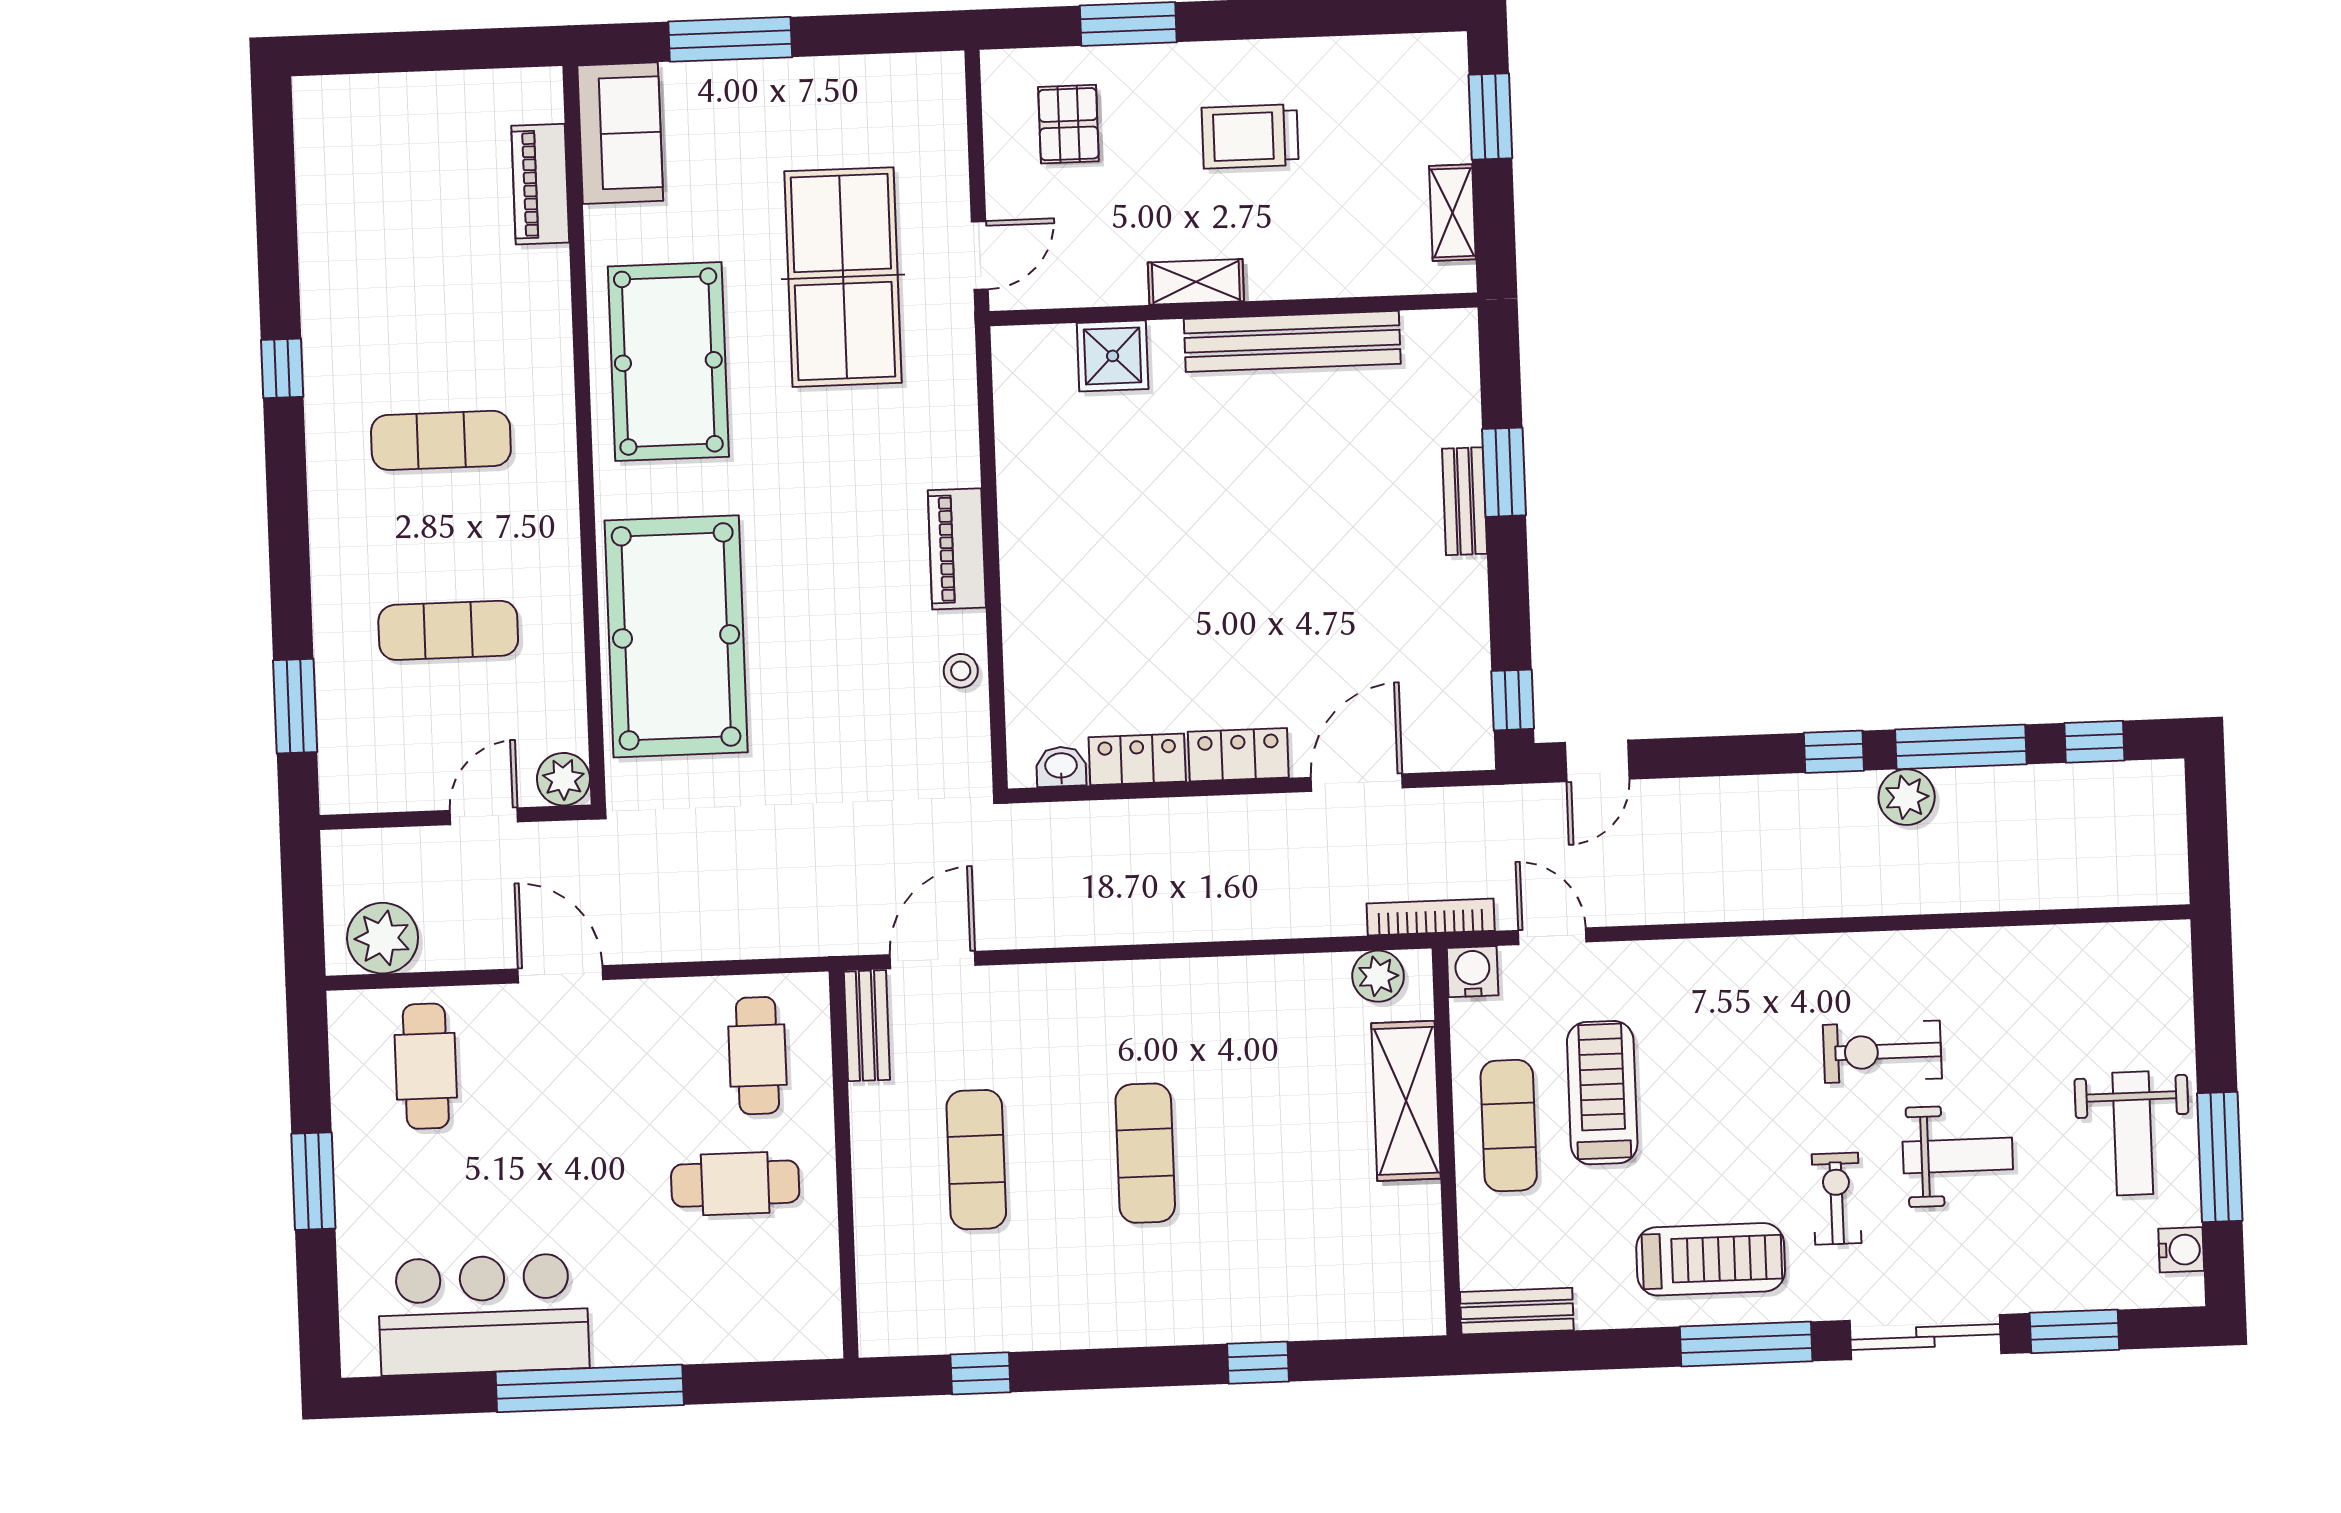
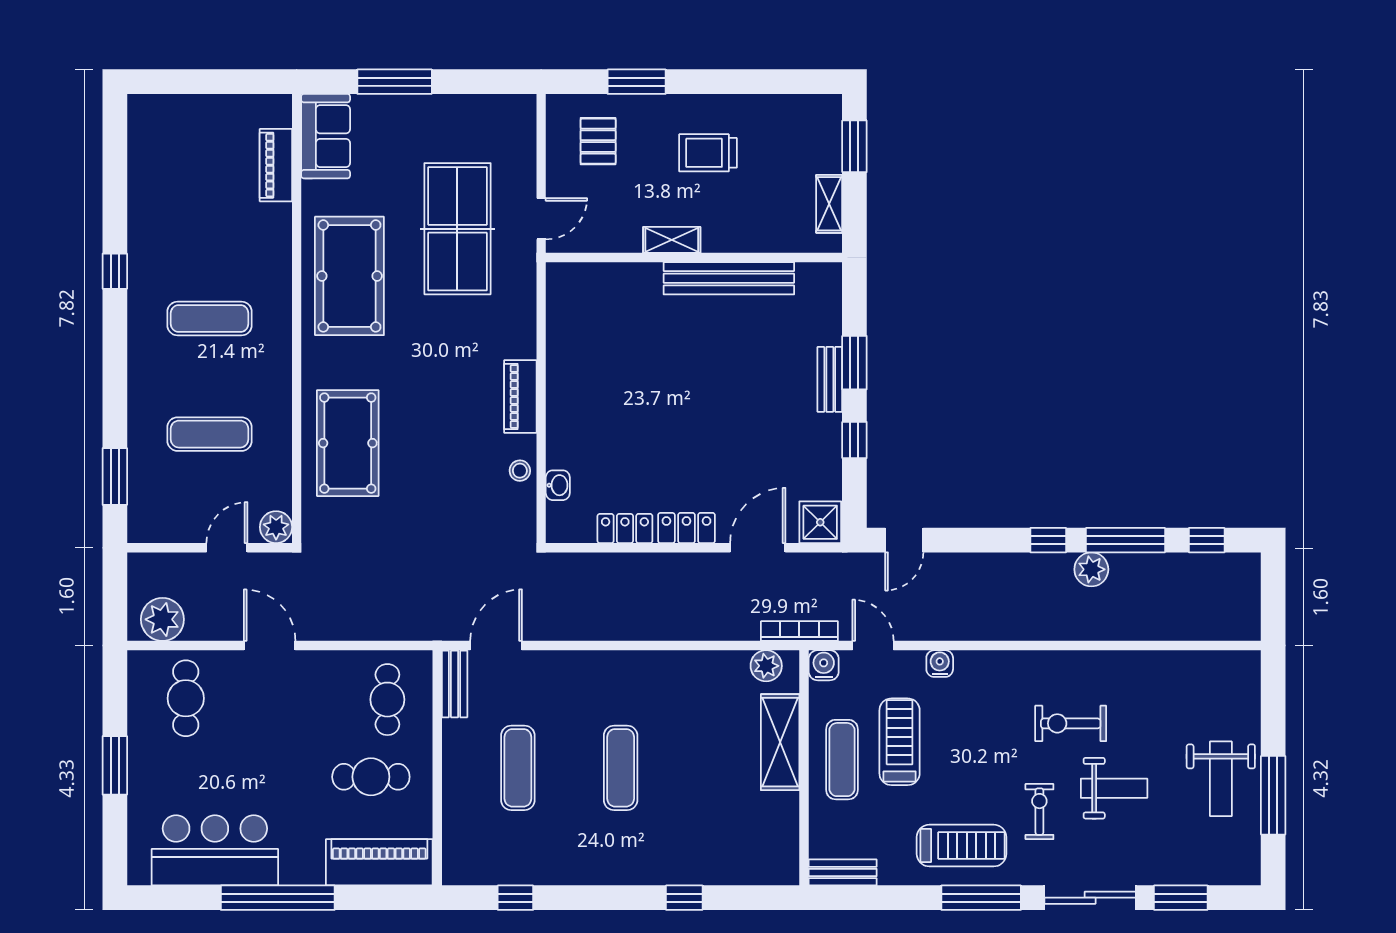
shower: (1113, 356) -> (820, 522), moved
pool table: (676, 636) -> (348, 443), width x0.73, depth x0.76
window: (1513, 700) -> (854, 440), moved
washbasin: (1061, 767) -> (558, 485), moved, turned 90
water cooler: (2181, 1250) -> (940, 664), moved, turned -90
piano: (754, 1324) -> (379, 862), added

